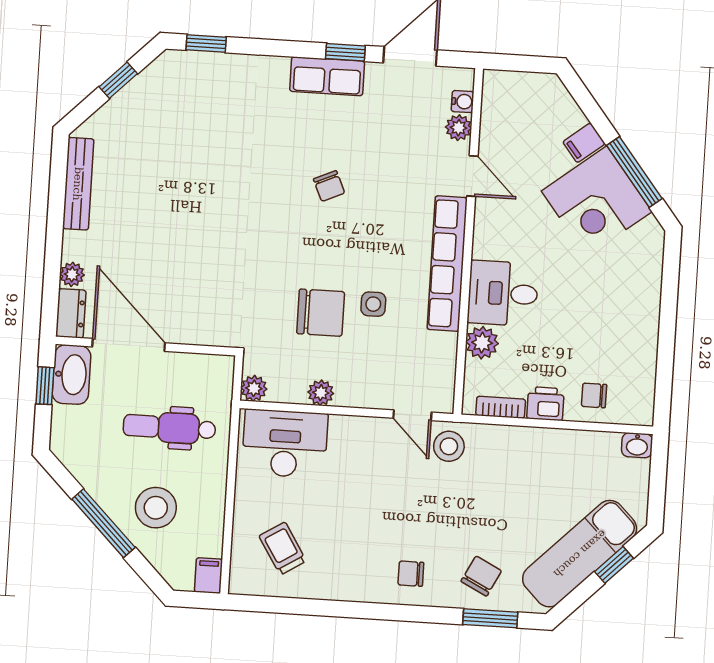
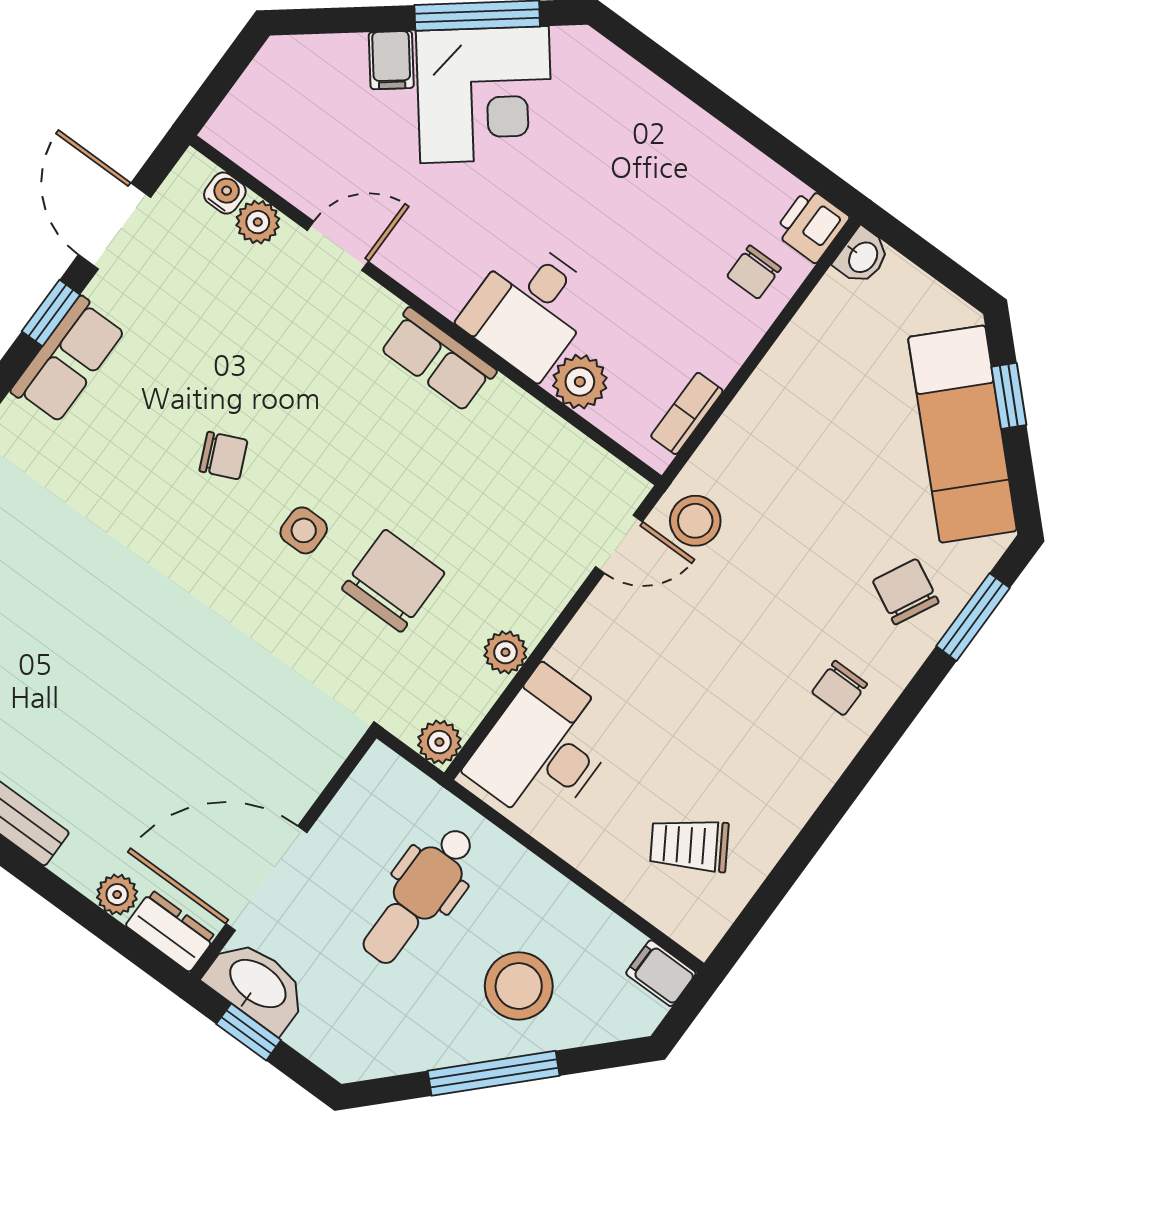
row of seats: (447, 264) -> (438, 360), width x0.50
side table: (373, 304) -> (304, 530), moved
printer: (545, 404) -> (812, 225), moved

